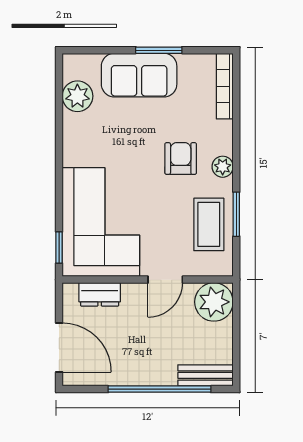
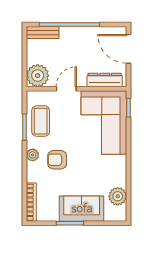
armchair: (181, 158) -> (57, 160), turned 90
dresser: (100, 294) -> (105, 80), width x1.44

